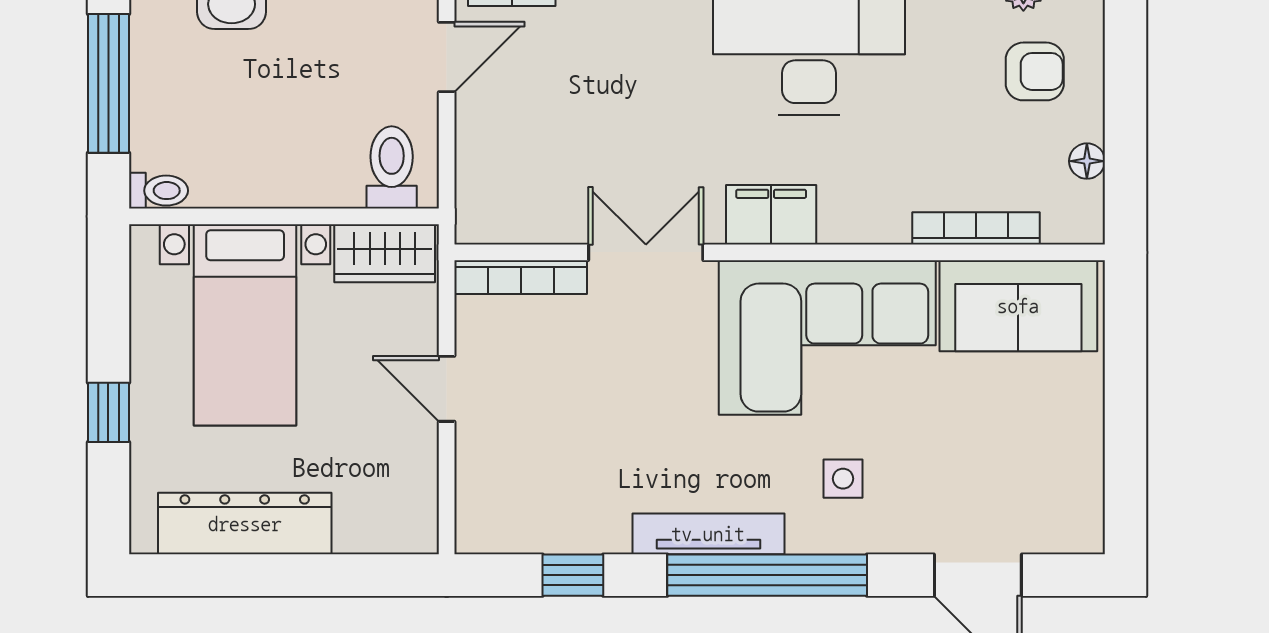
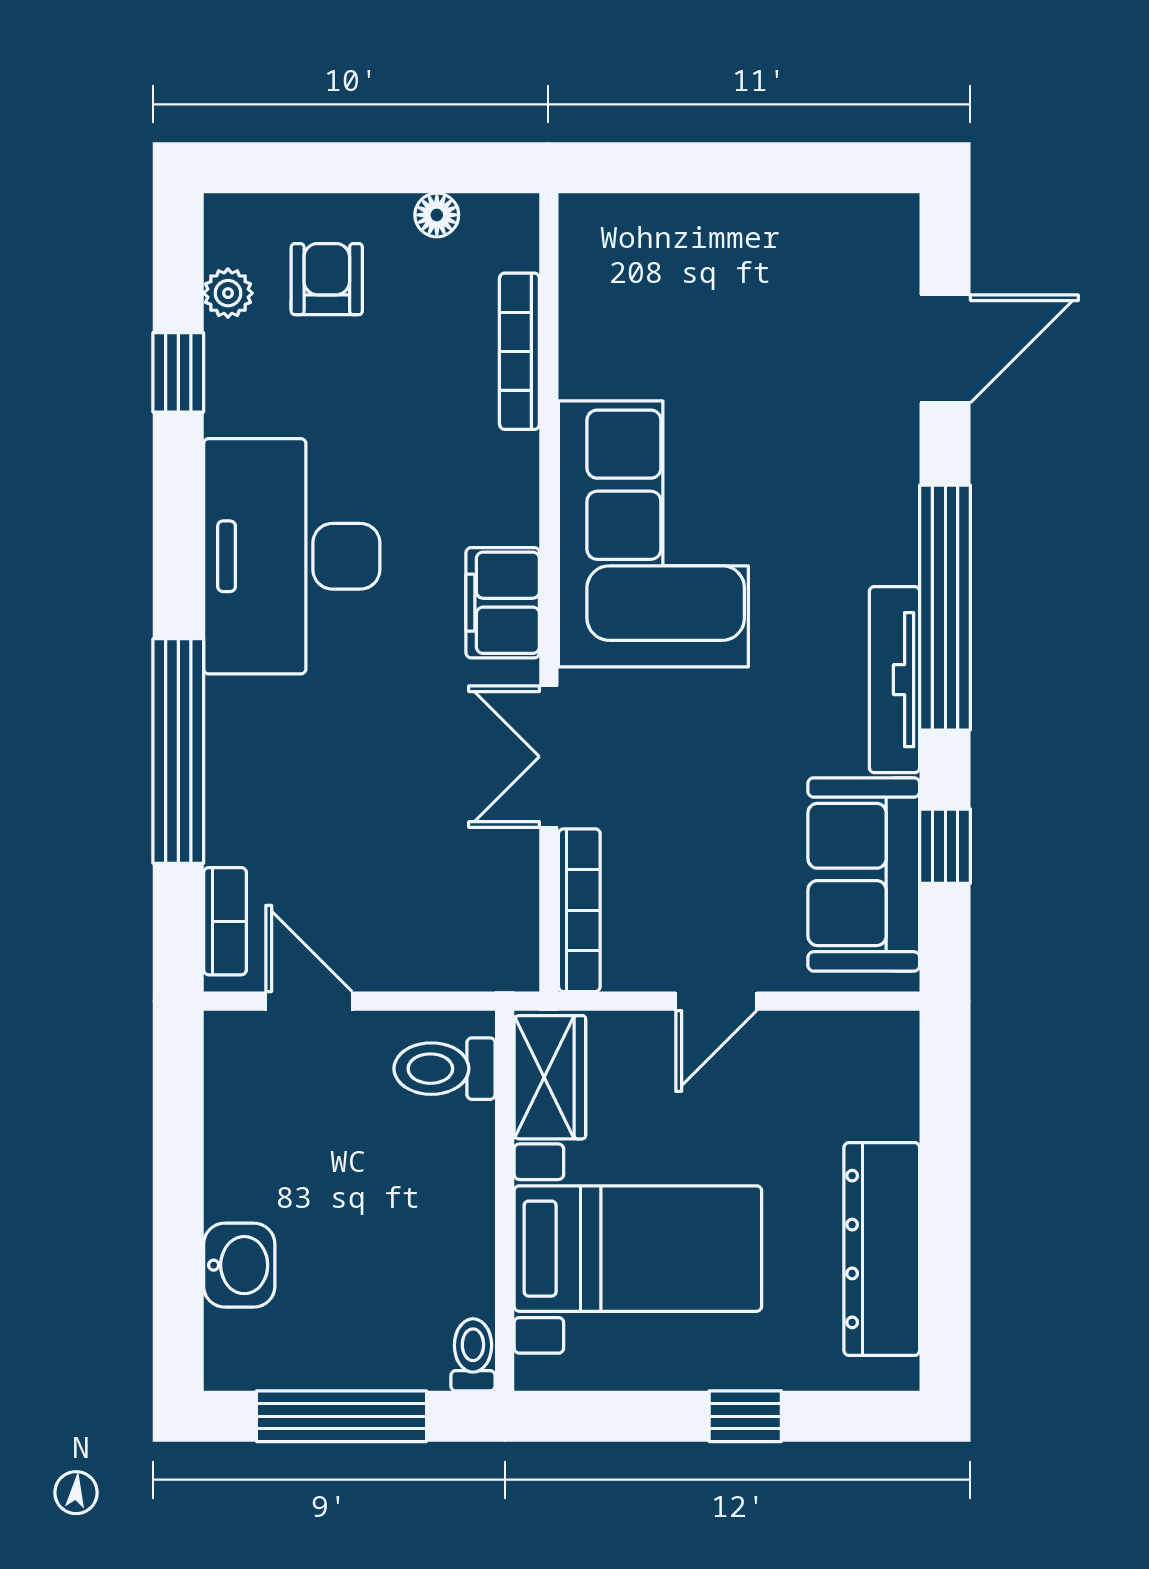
sofa: (1018, 306) -> (864, 874), moved, turned 180
side table: (843, 479) -> (827, 514), removed

